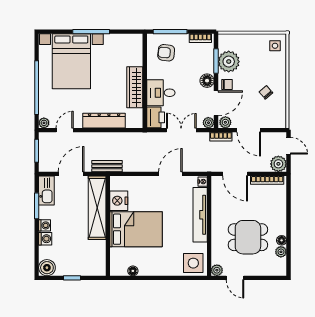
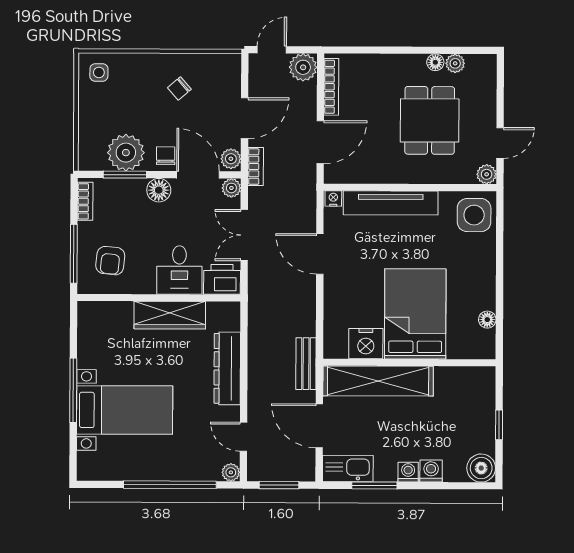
bed with nightstands: (71, 61) -> (125, 410), width x0.73

